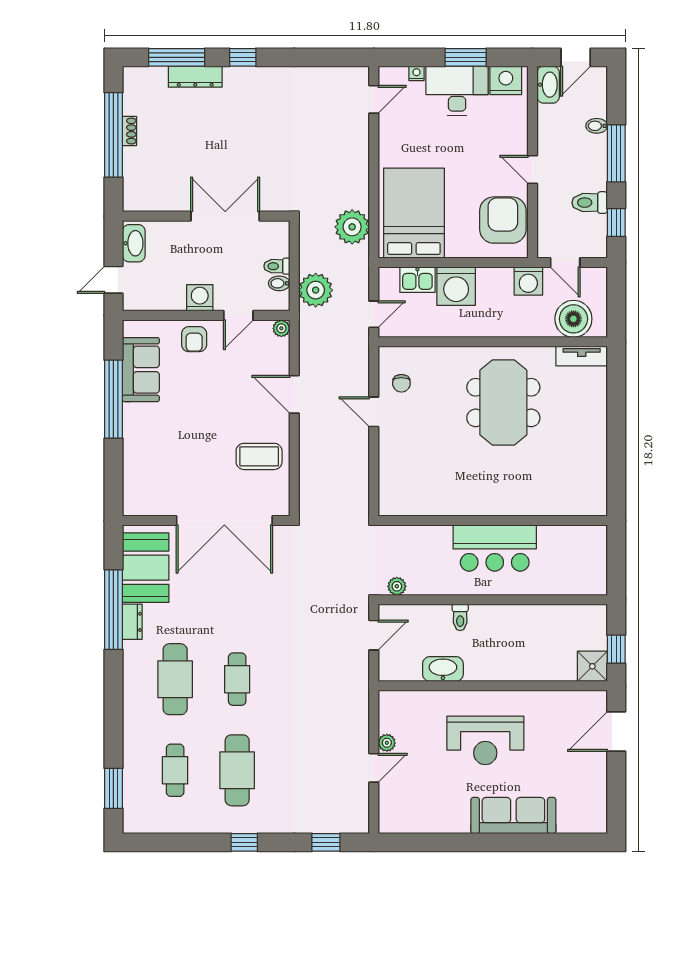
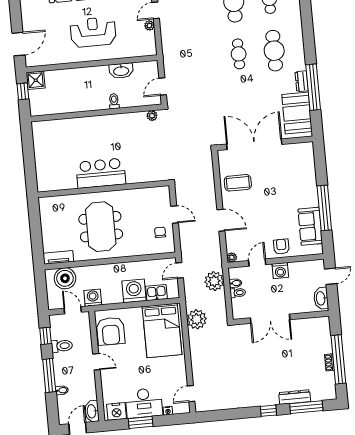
wall: (493, 520) -> (103, 189), moved
bar counter: (495, 548) -> (101, 173), moved

